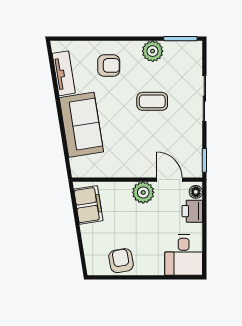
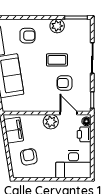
armchair: (164, 135) -> (65, 83), added
desk: (184, 255) -> (73, 164), width x1.37
armchair: (121, 261) -> (29, 157), moved

